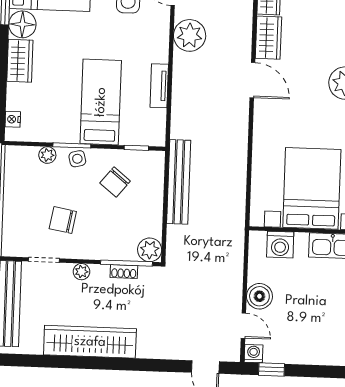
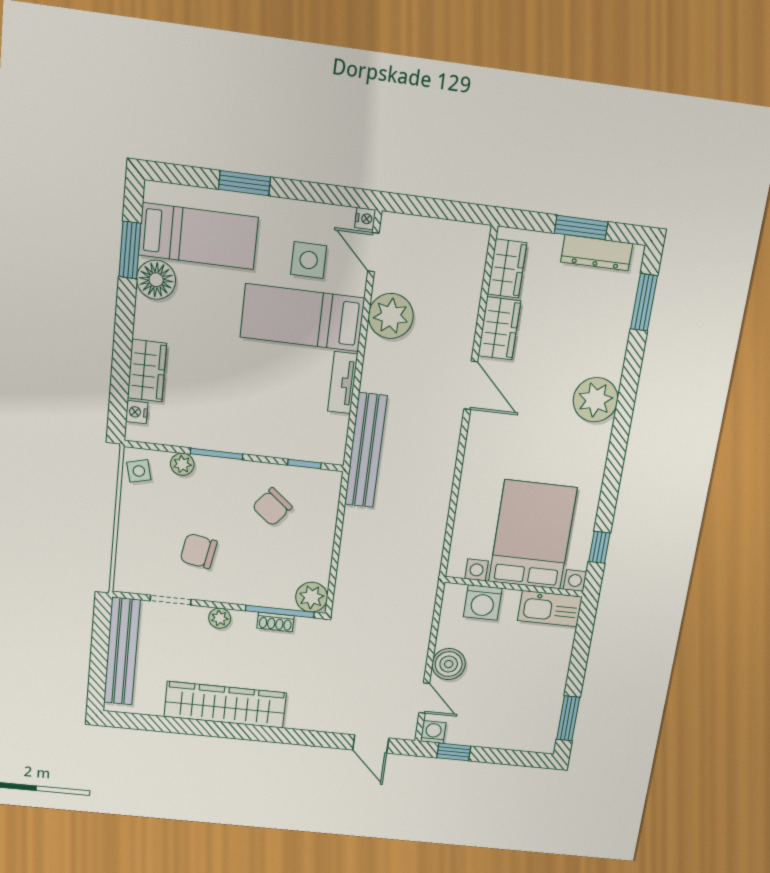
wardrobe: (20, 61) -> (147, 371), moved
bed: (101, 102) -> (302, 318), moved, turned -90
side table: (77, 159) -> (139, 471), moved
bench: (179, 182) -> (366, 450), moved

